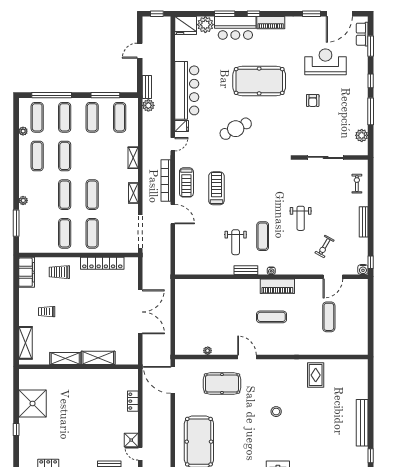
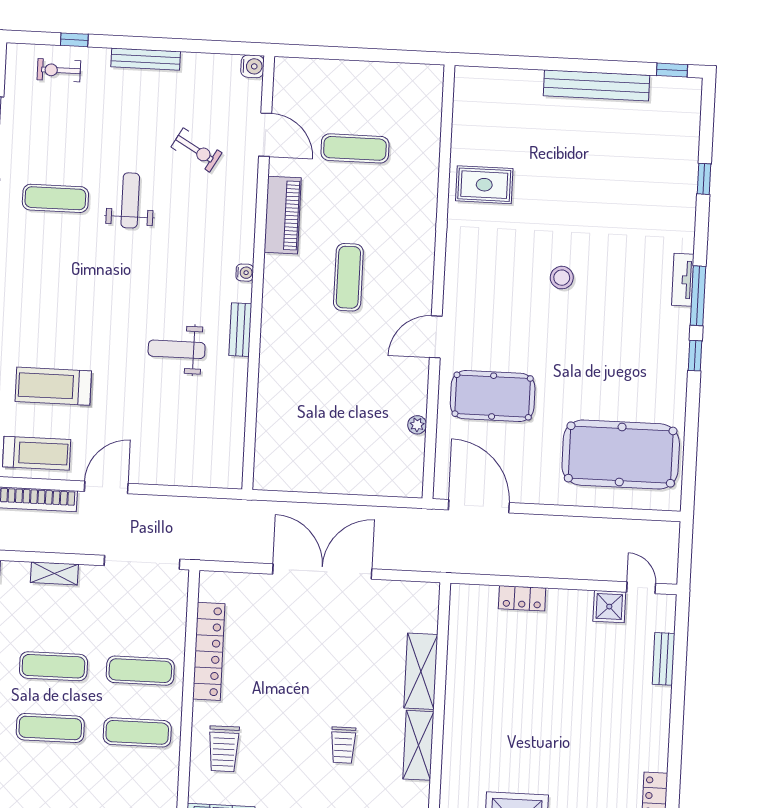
weight bench: (301, 218) -> (130, 200), turned -90
exercise mat: (263, 236) -> (55, 198), moved
weight bench: (236, 242) -> (177, 349), turned 180
window: (371, 262) -> (74, 40), moved
piano: (277, 286) -> (283, 215), moved
trolley: (47, 312) -> (343, 745), moved
door: (173, 380) -> (479, 506), swing flipped
pool table: (222, 384) -> (493, 396), turned 90
door: (140, 454) -> (641, 588), swing flipped

